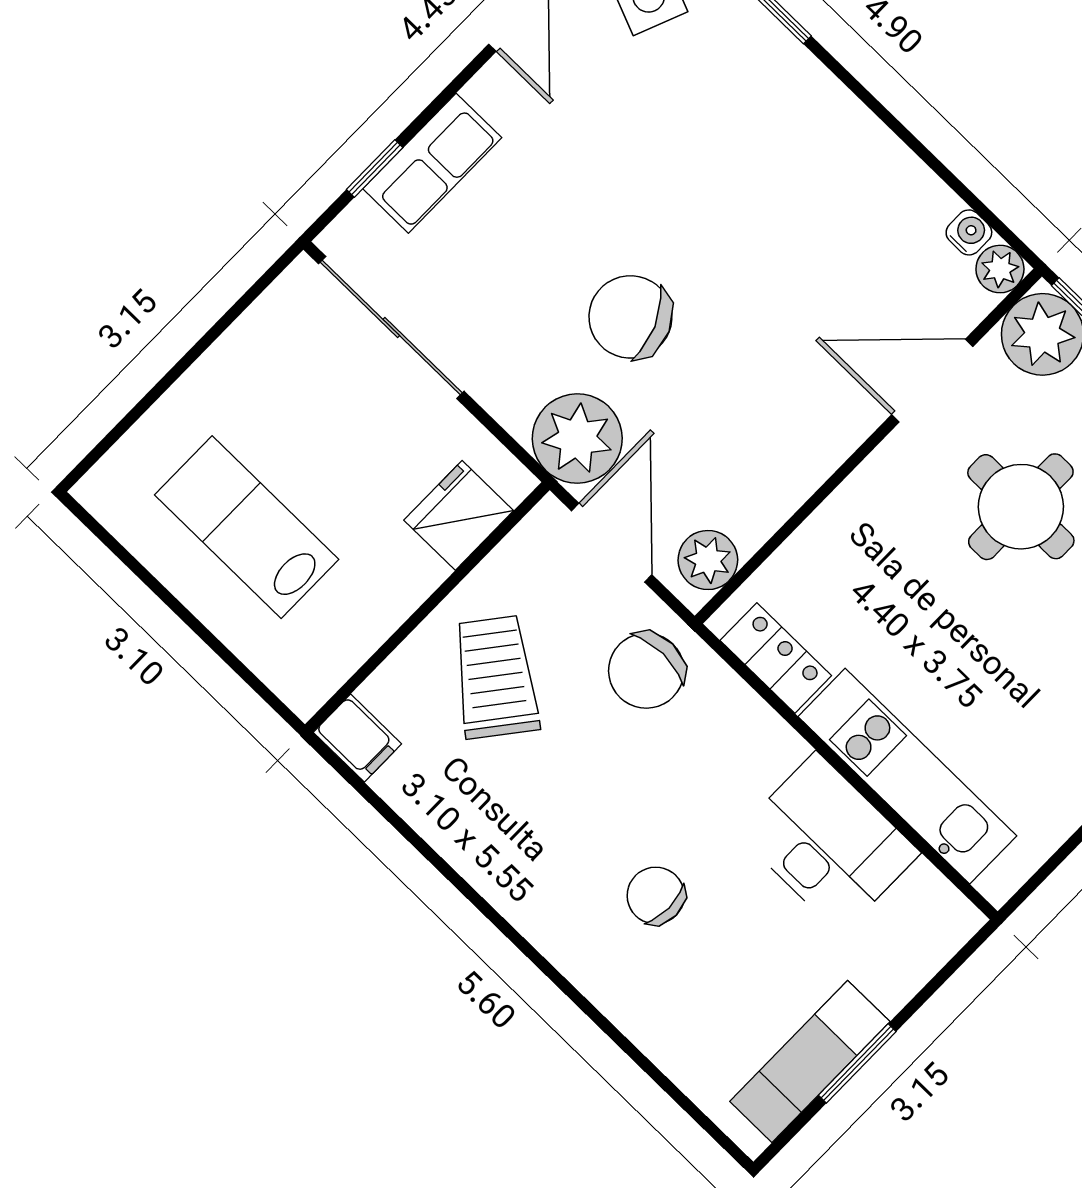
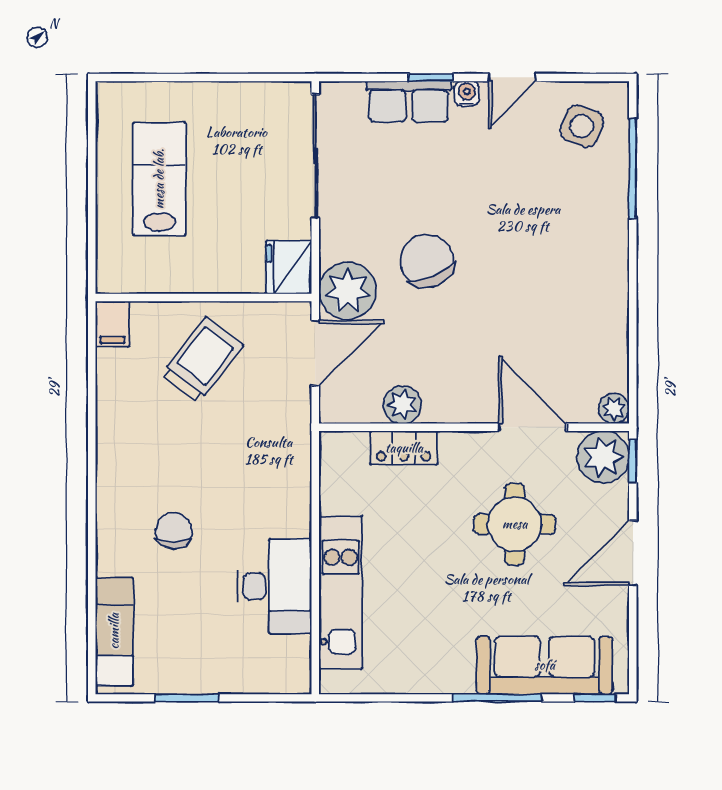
window: (375, 168) -> (431, 77), moved
water cooler: (969, 232) -> (467, 93), moved, turned -90
fridge: (459, 515) -> (289, 267), moved, turned -90
plant: (708, 560) -> (402, 405), moved
locker: (776, 658) -> (404, 448), moved, turned 90
chair: (646, 671) -> (272, 426), removed
exam couch: (810, 1062) -> (114, 631), moved, turned 90

